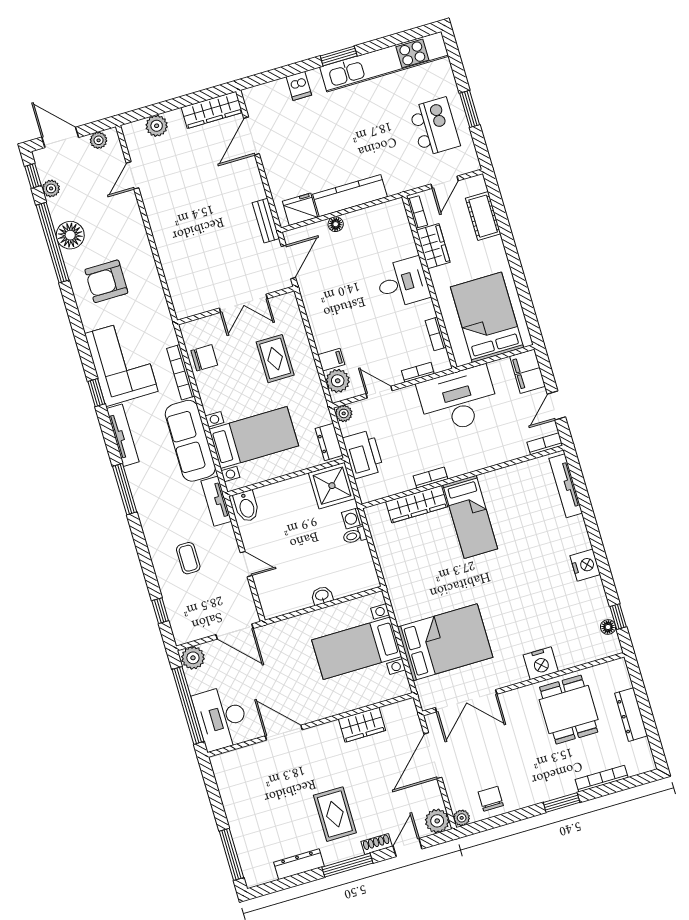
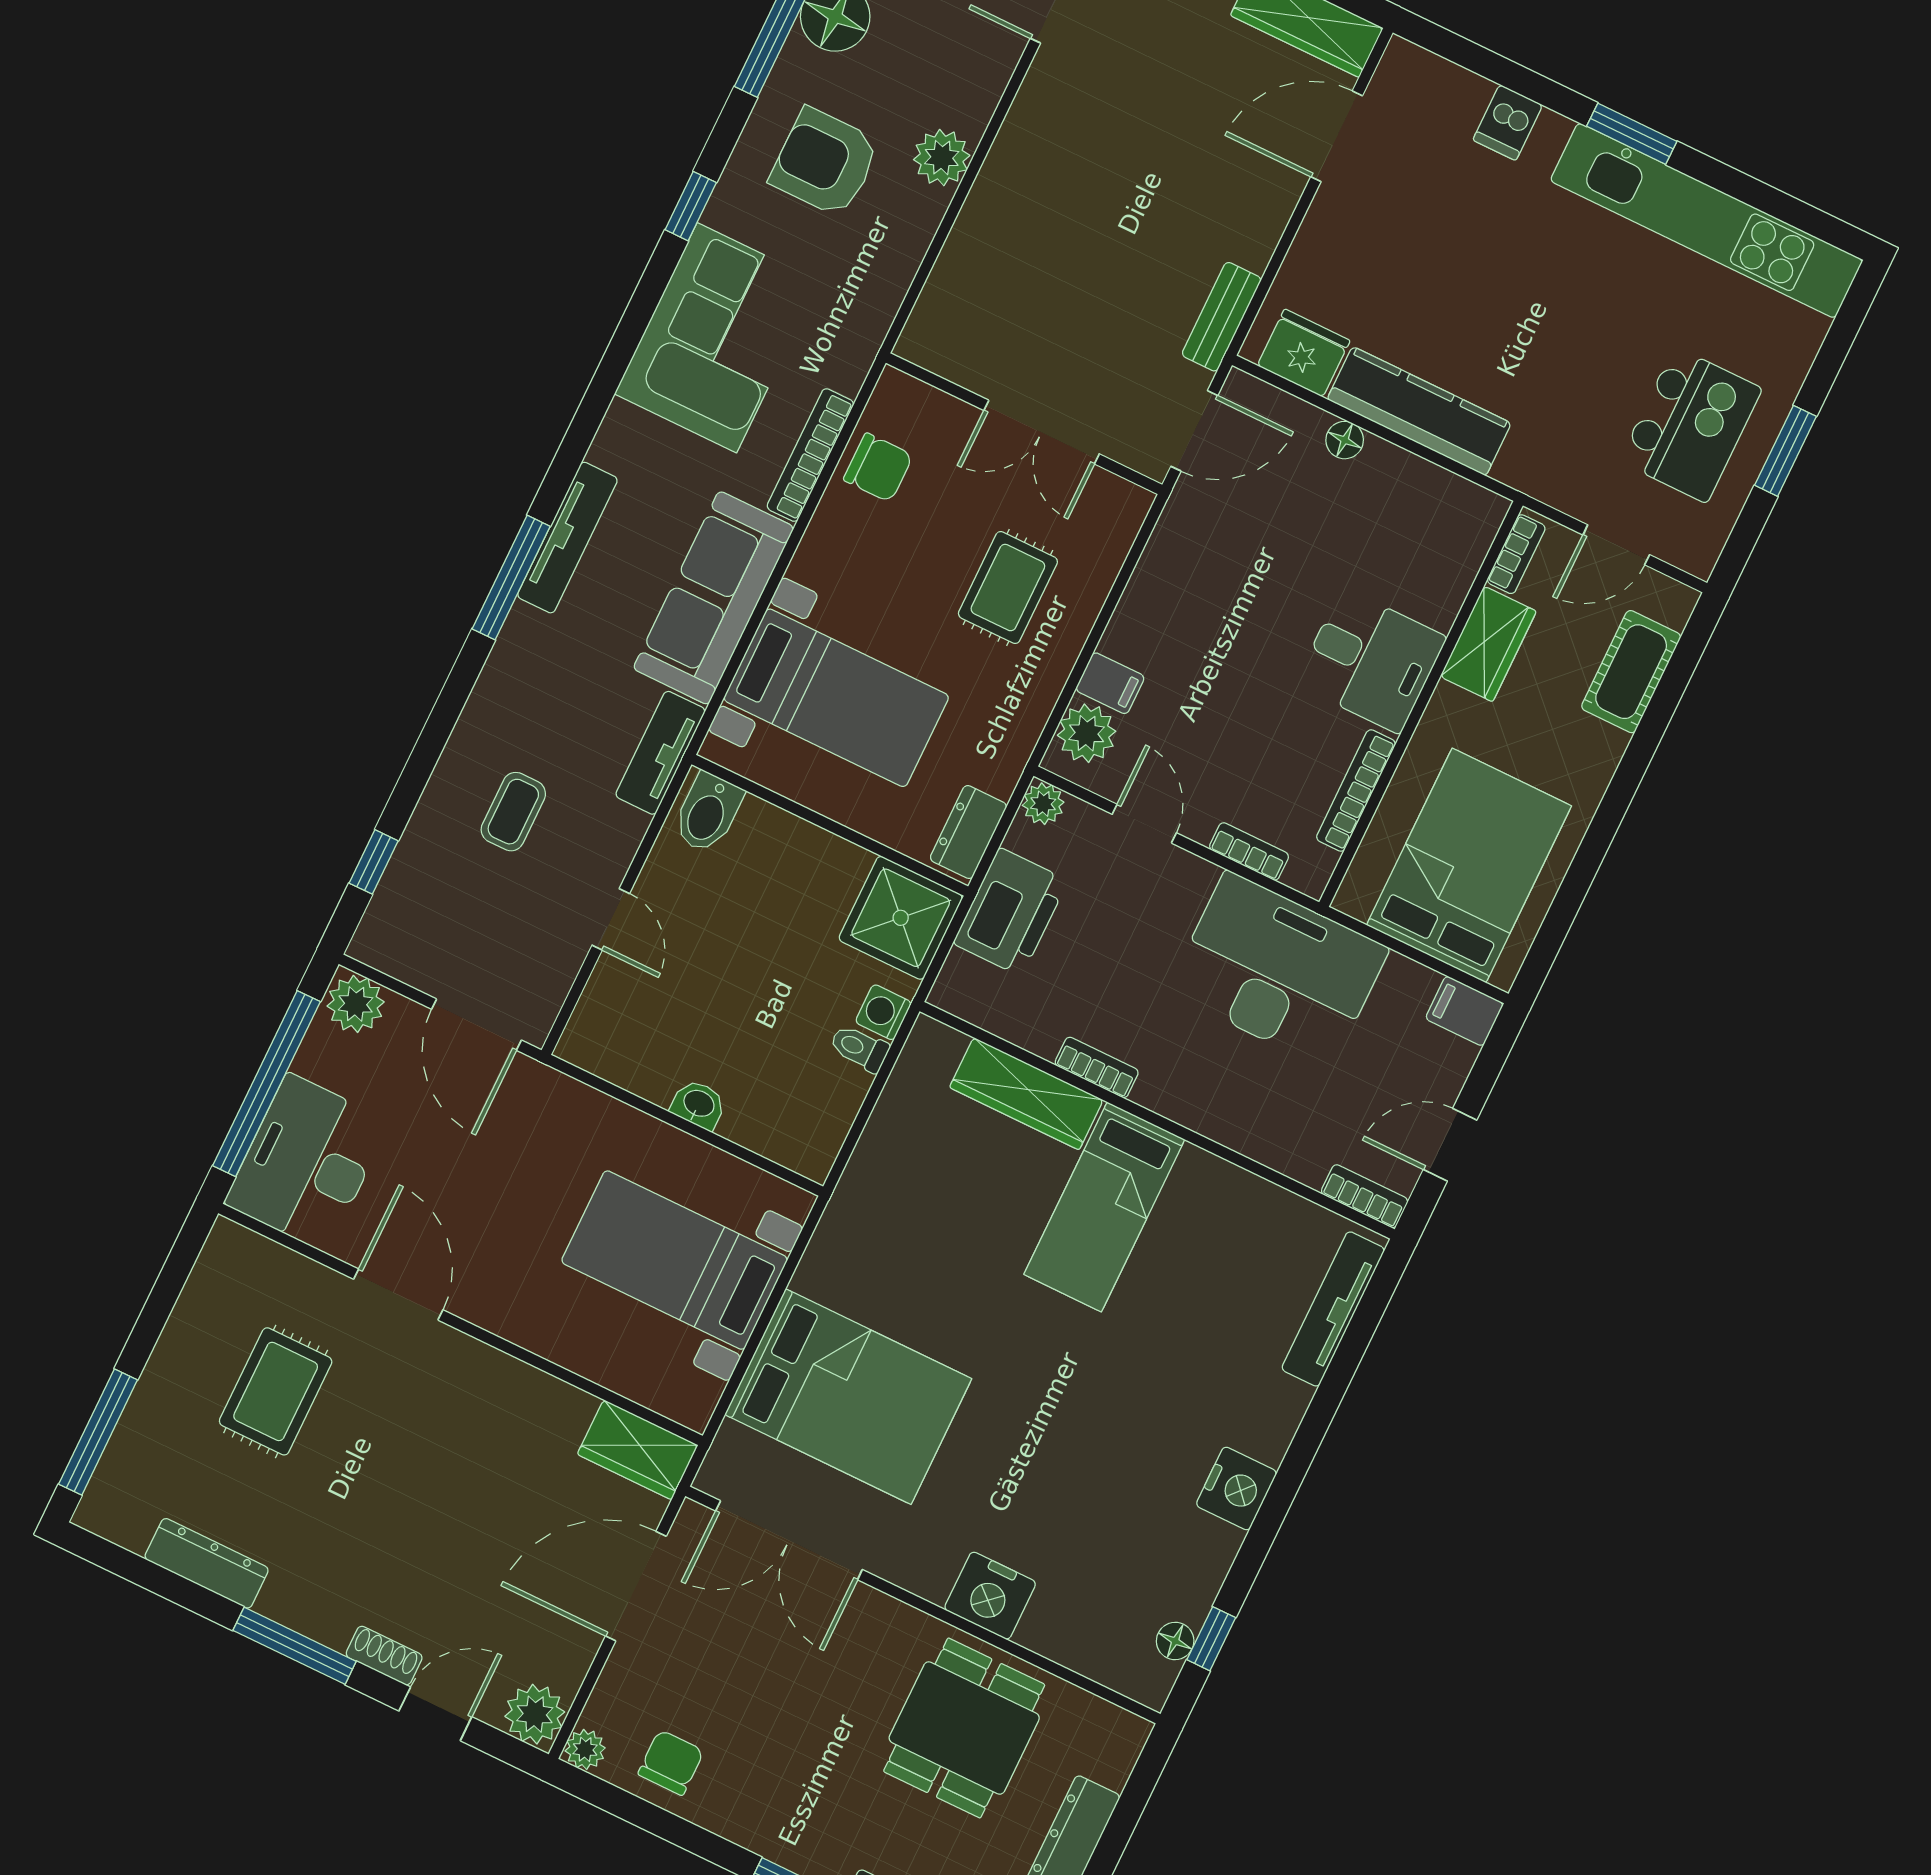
plant: (140, 248) -> (942, 158), added
bookcase: (436, 334) -> (1356, 791), width x1.56
filing cabinet: (527, 371) -> (1464, 1011), width x0.50
window: (96, 393) -> (691, 206), moved
tv unit: (123, 435) -> (567, 538), moved
wardrobe: (362, 725) -> (638, 1450), moved
rug: (335, 814) -> (276, 1391), moved

